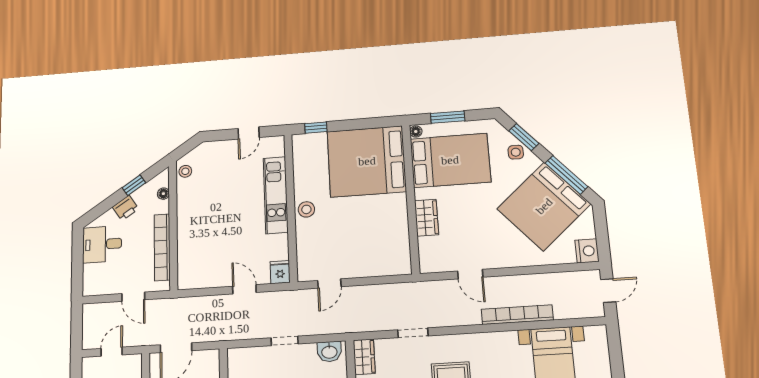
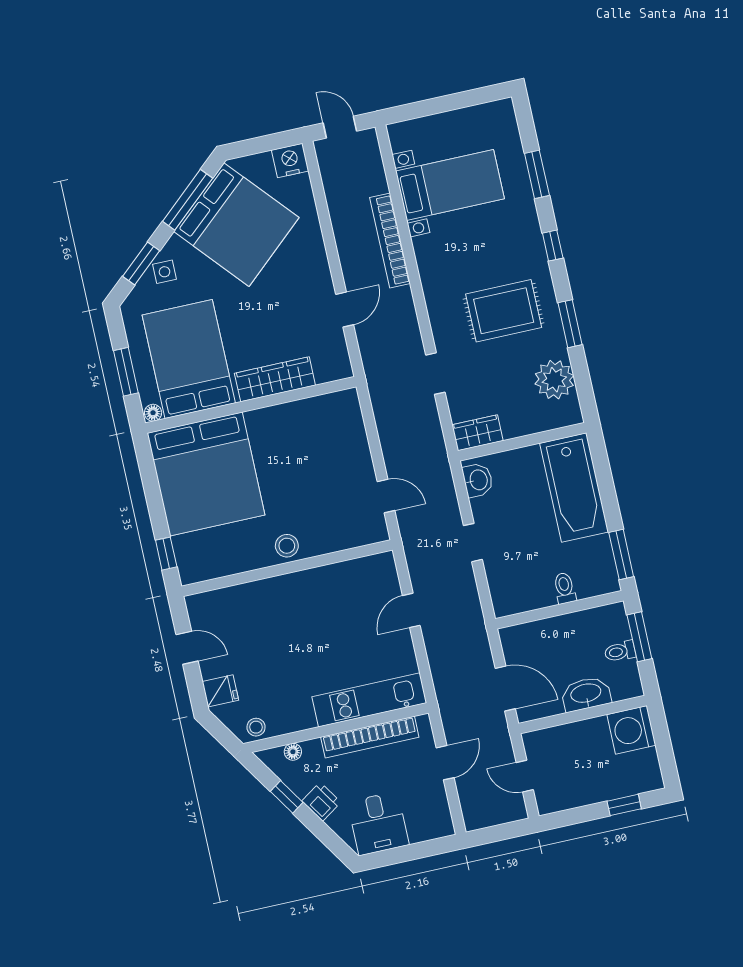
kitchen unit: (276, 195) -> (369, 700), moved, turned 180
wardrobe: (427, 218) -> (275, 379), width x1.50
fridge: (280, 272) -> (220, 691), moved, turned 180

